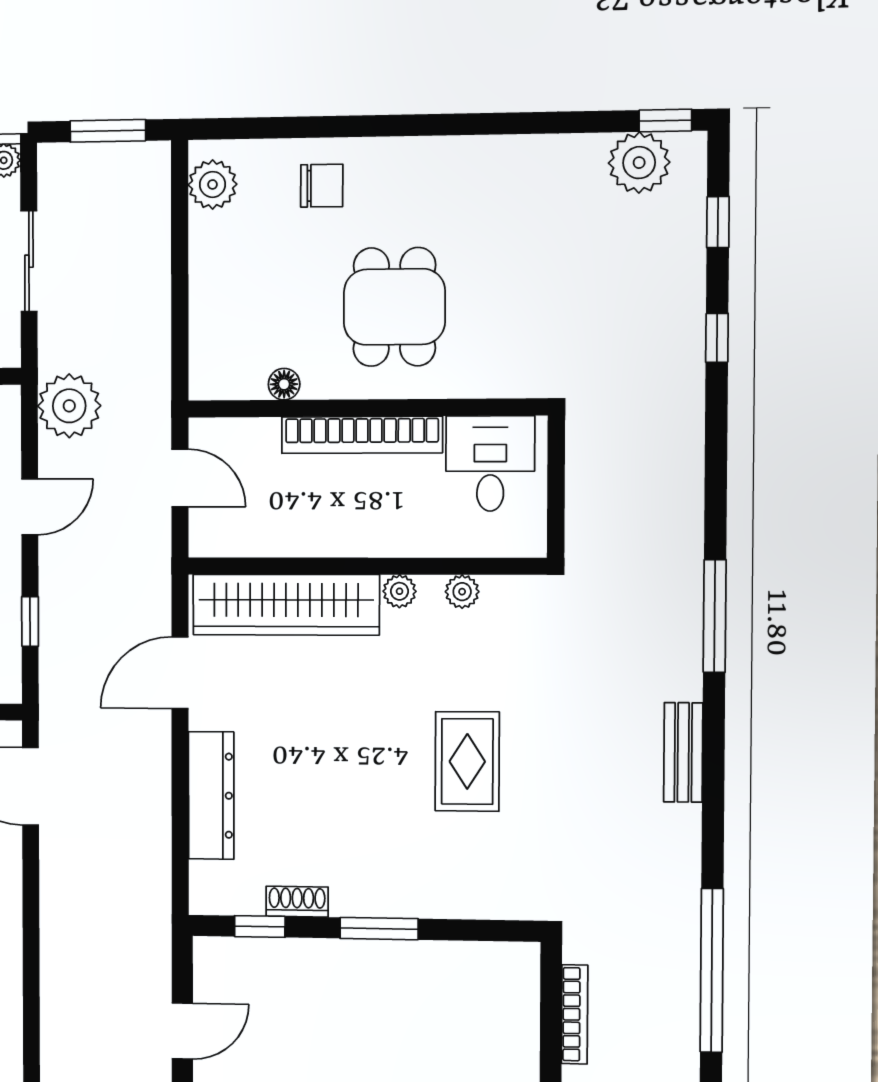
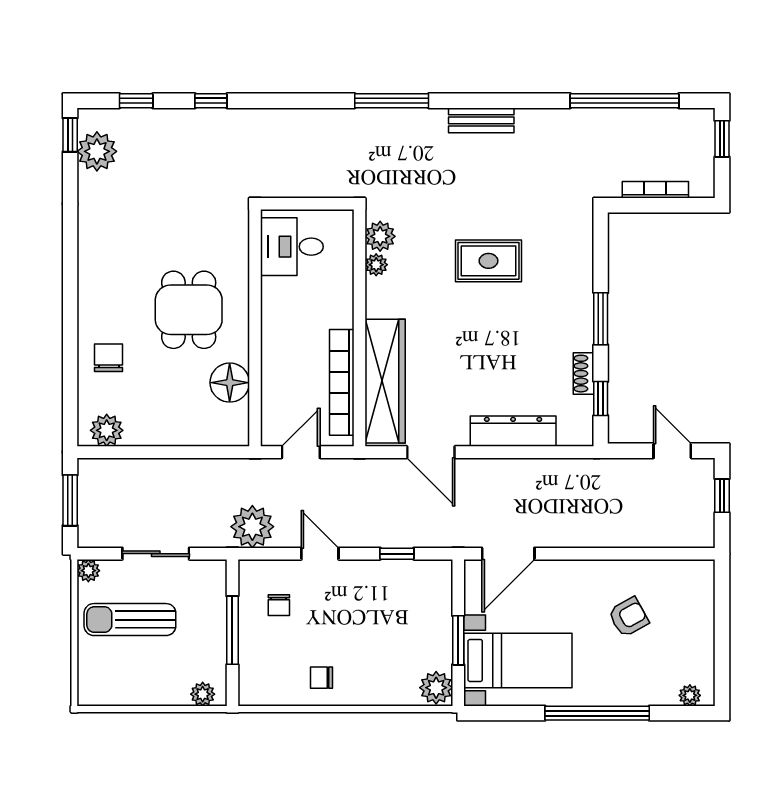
dining table: (394, 307) -> (189, 310), turned 90
floor lamp: (284, 384) -> (230, 383), width x1.89, depth x1.89
bookcase: (362, 435) -> (342, 382), moved, turned 180
plant: (400, 591) -> (380, 236), moved, width x1.38, depth x1.38

